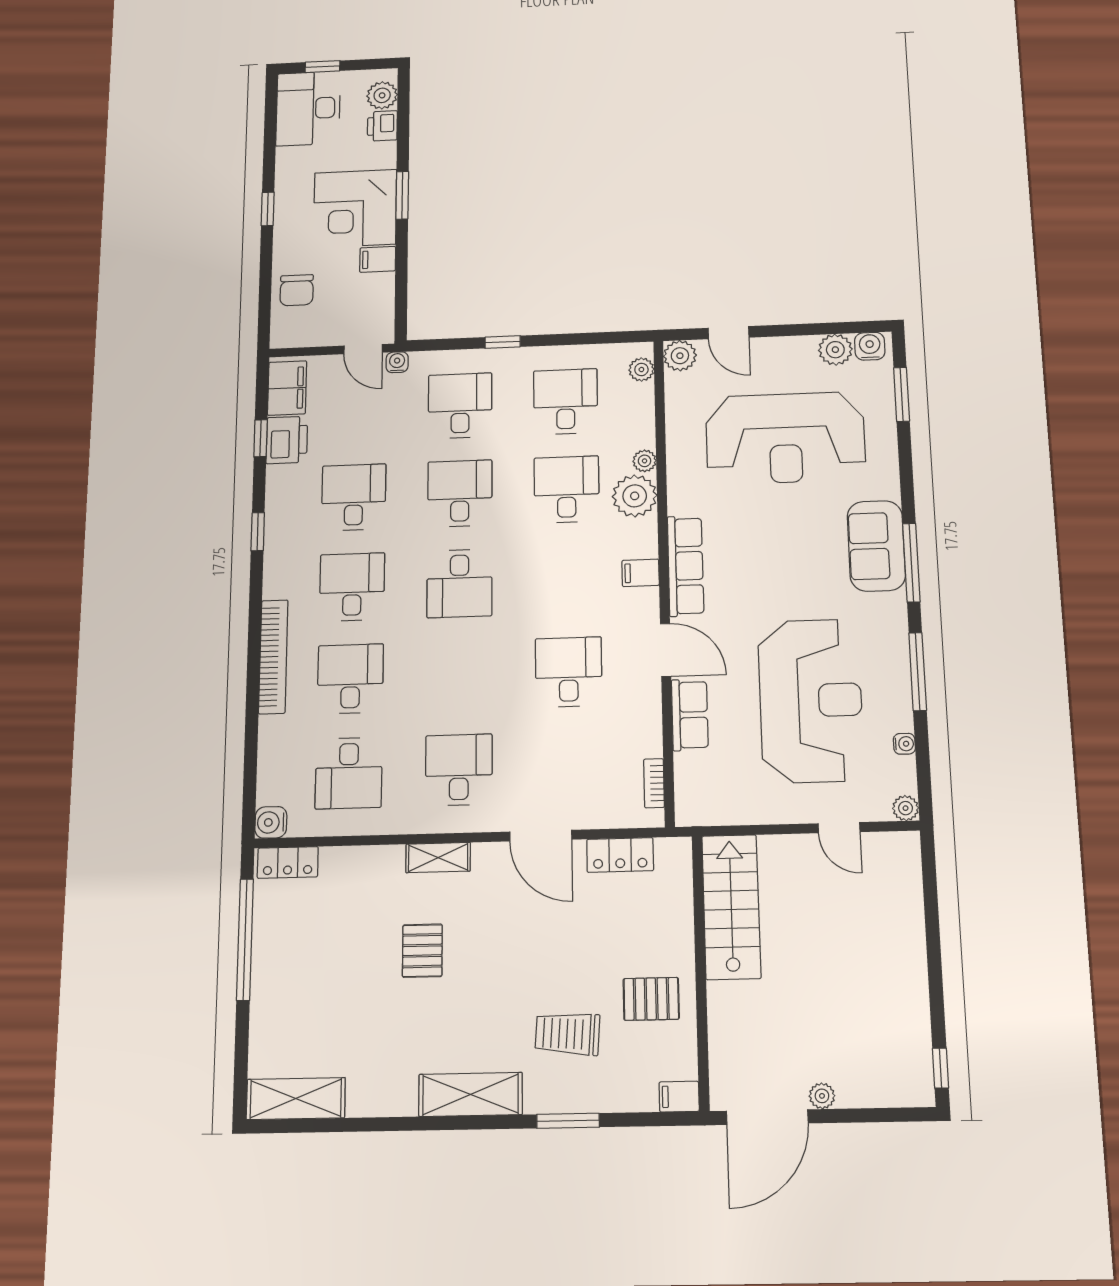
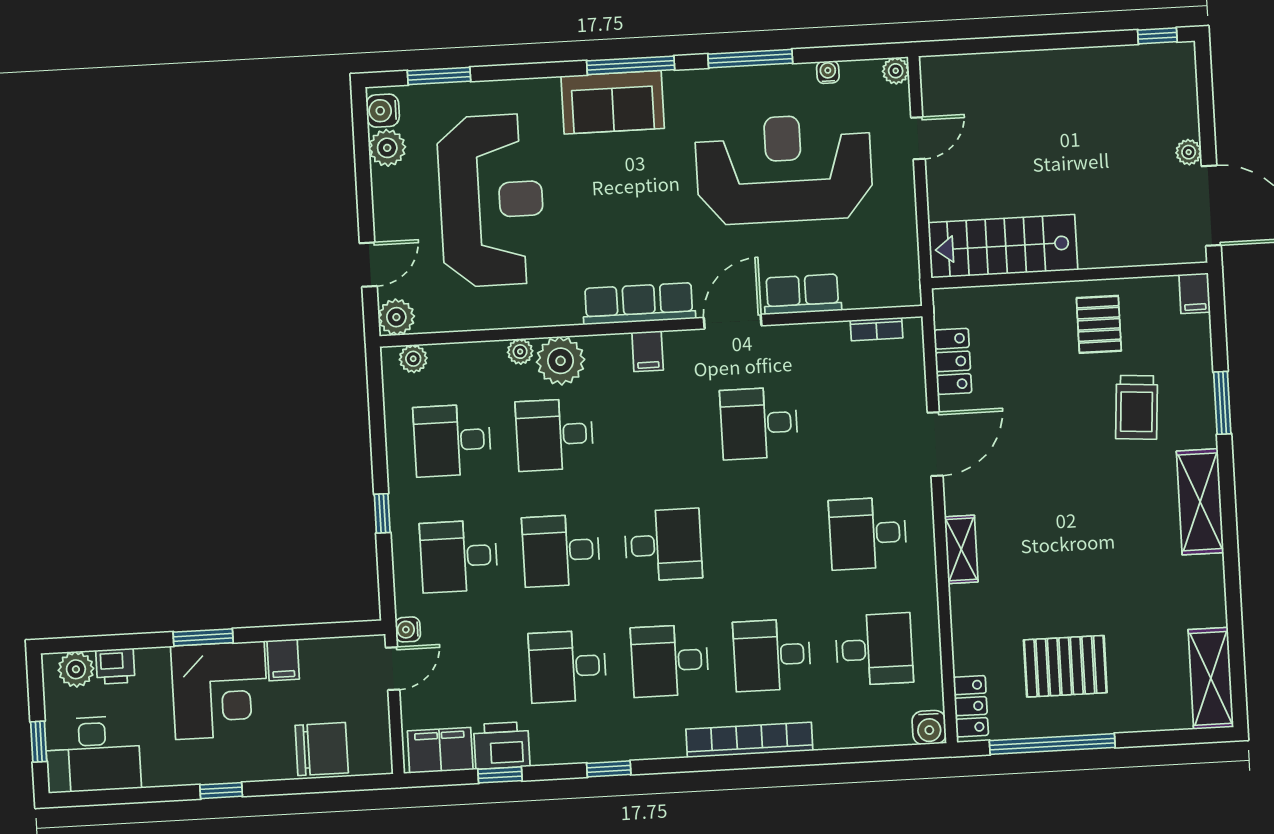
chair: (297, 290) -> (322, 749), width x1.37, depth x1.37
pallet: (422, 951) -> (1065, 666), moved, width x1.50, depth x1.42

